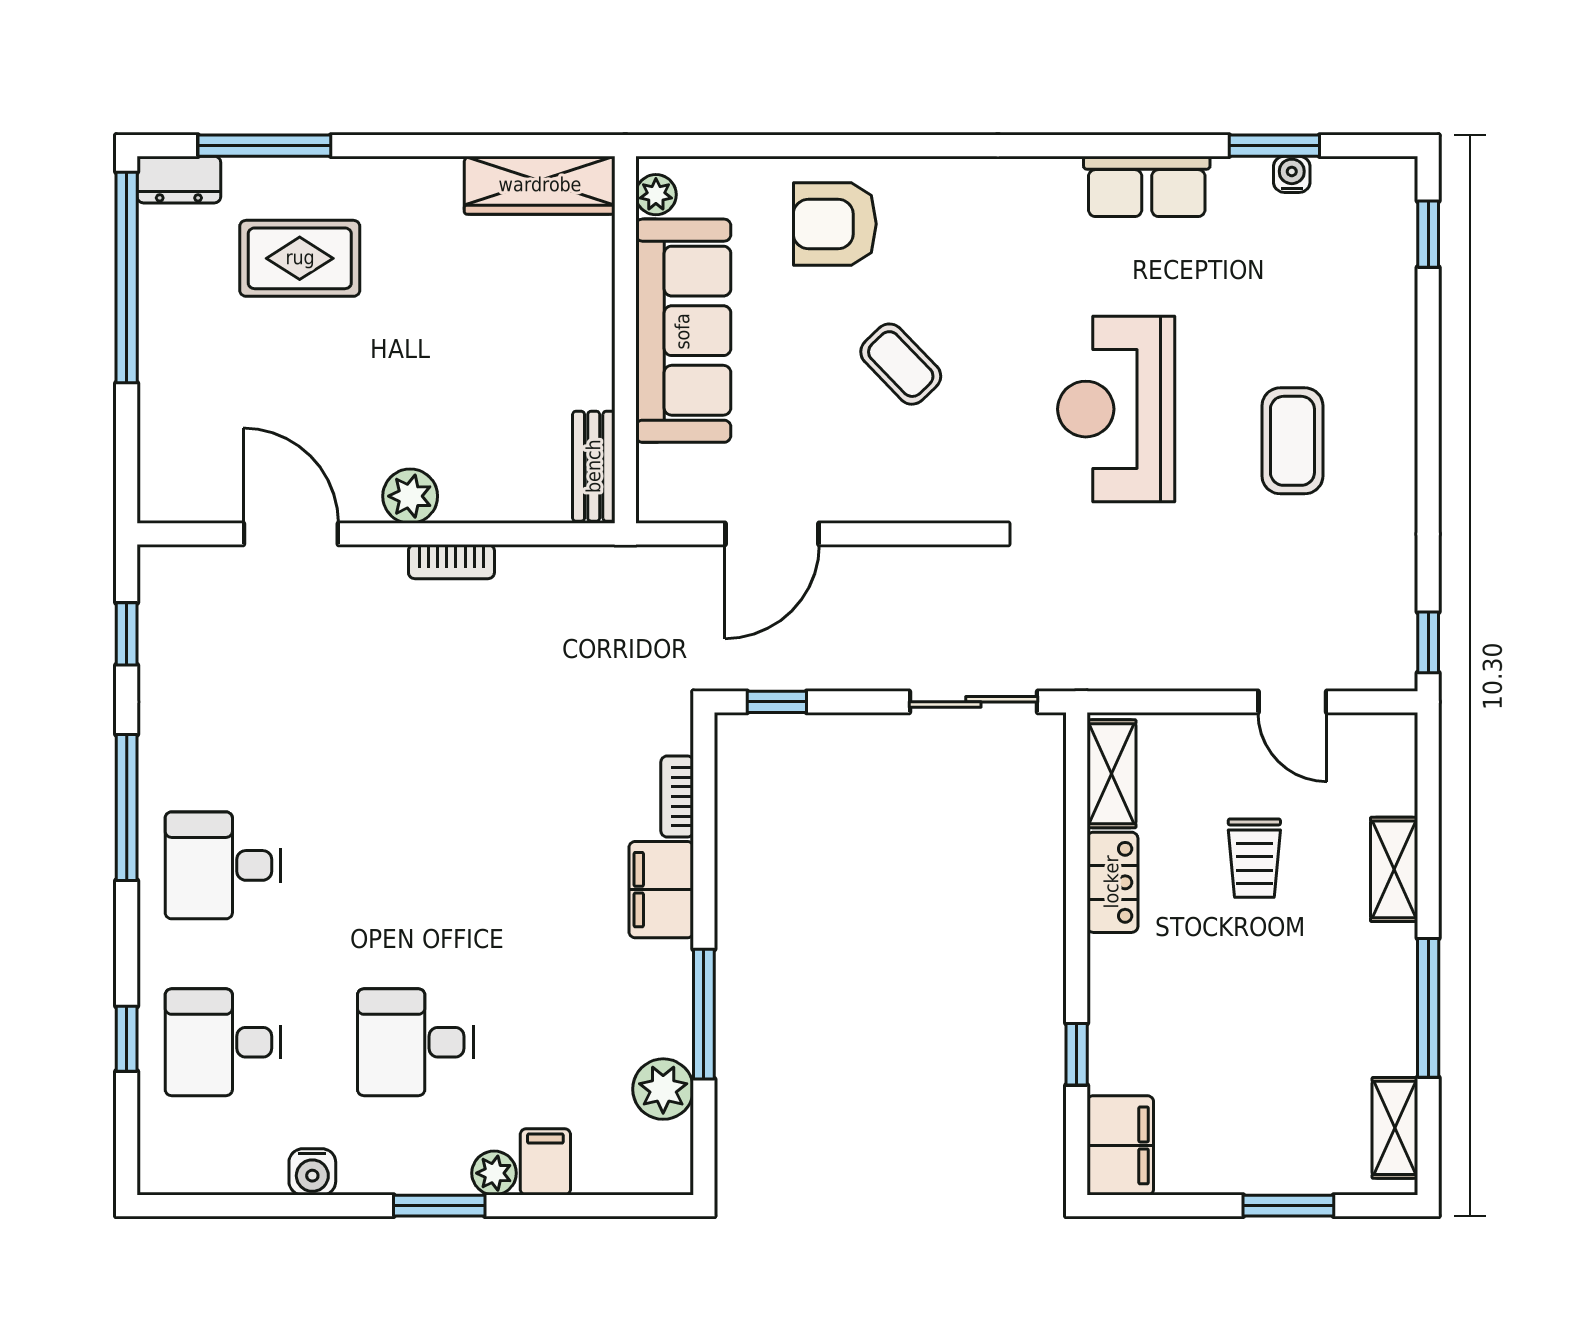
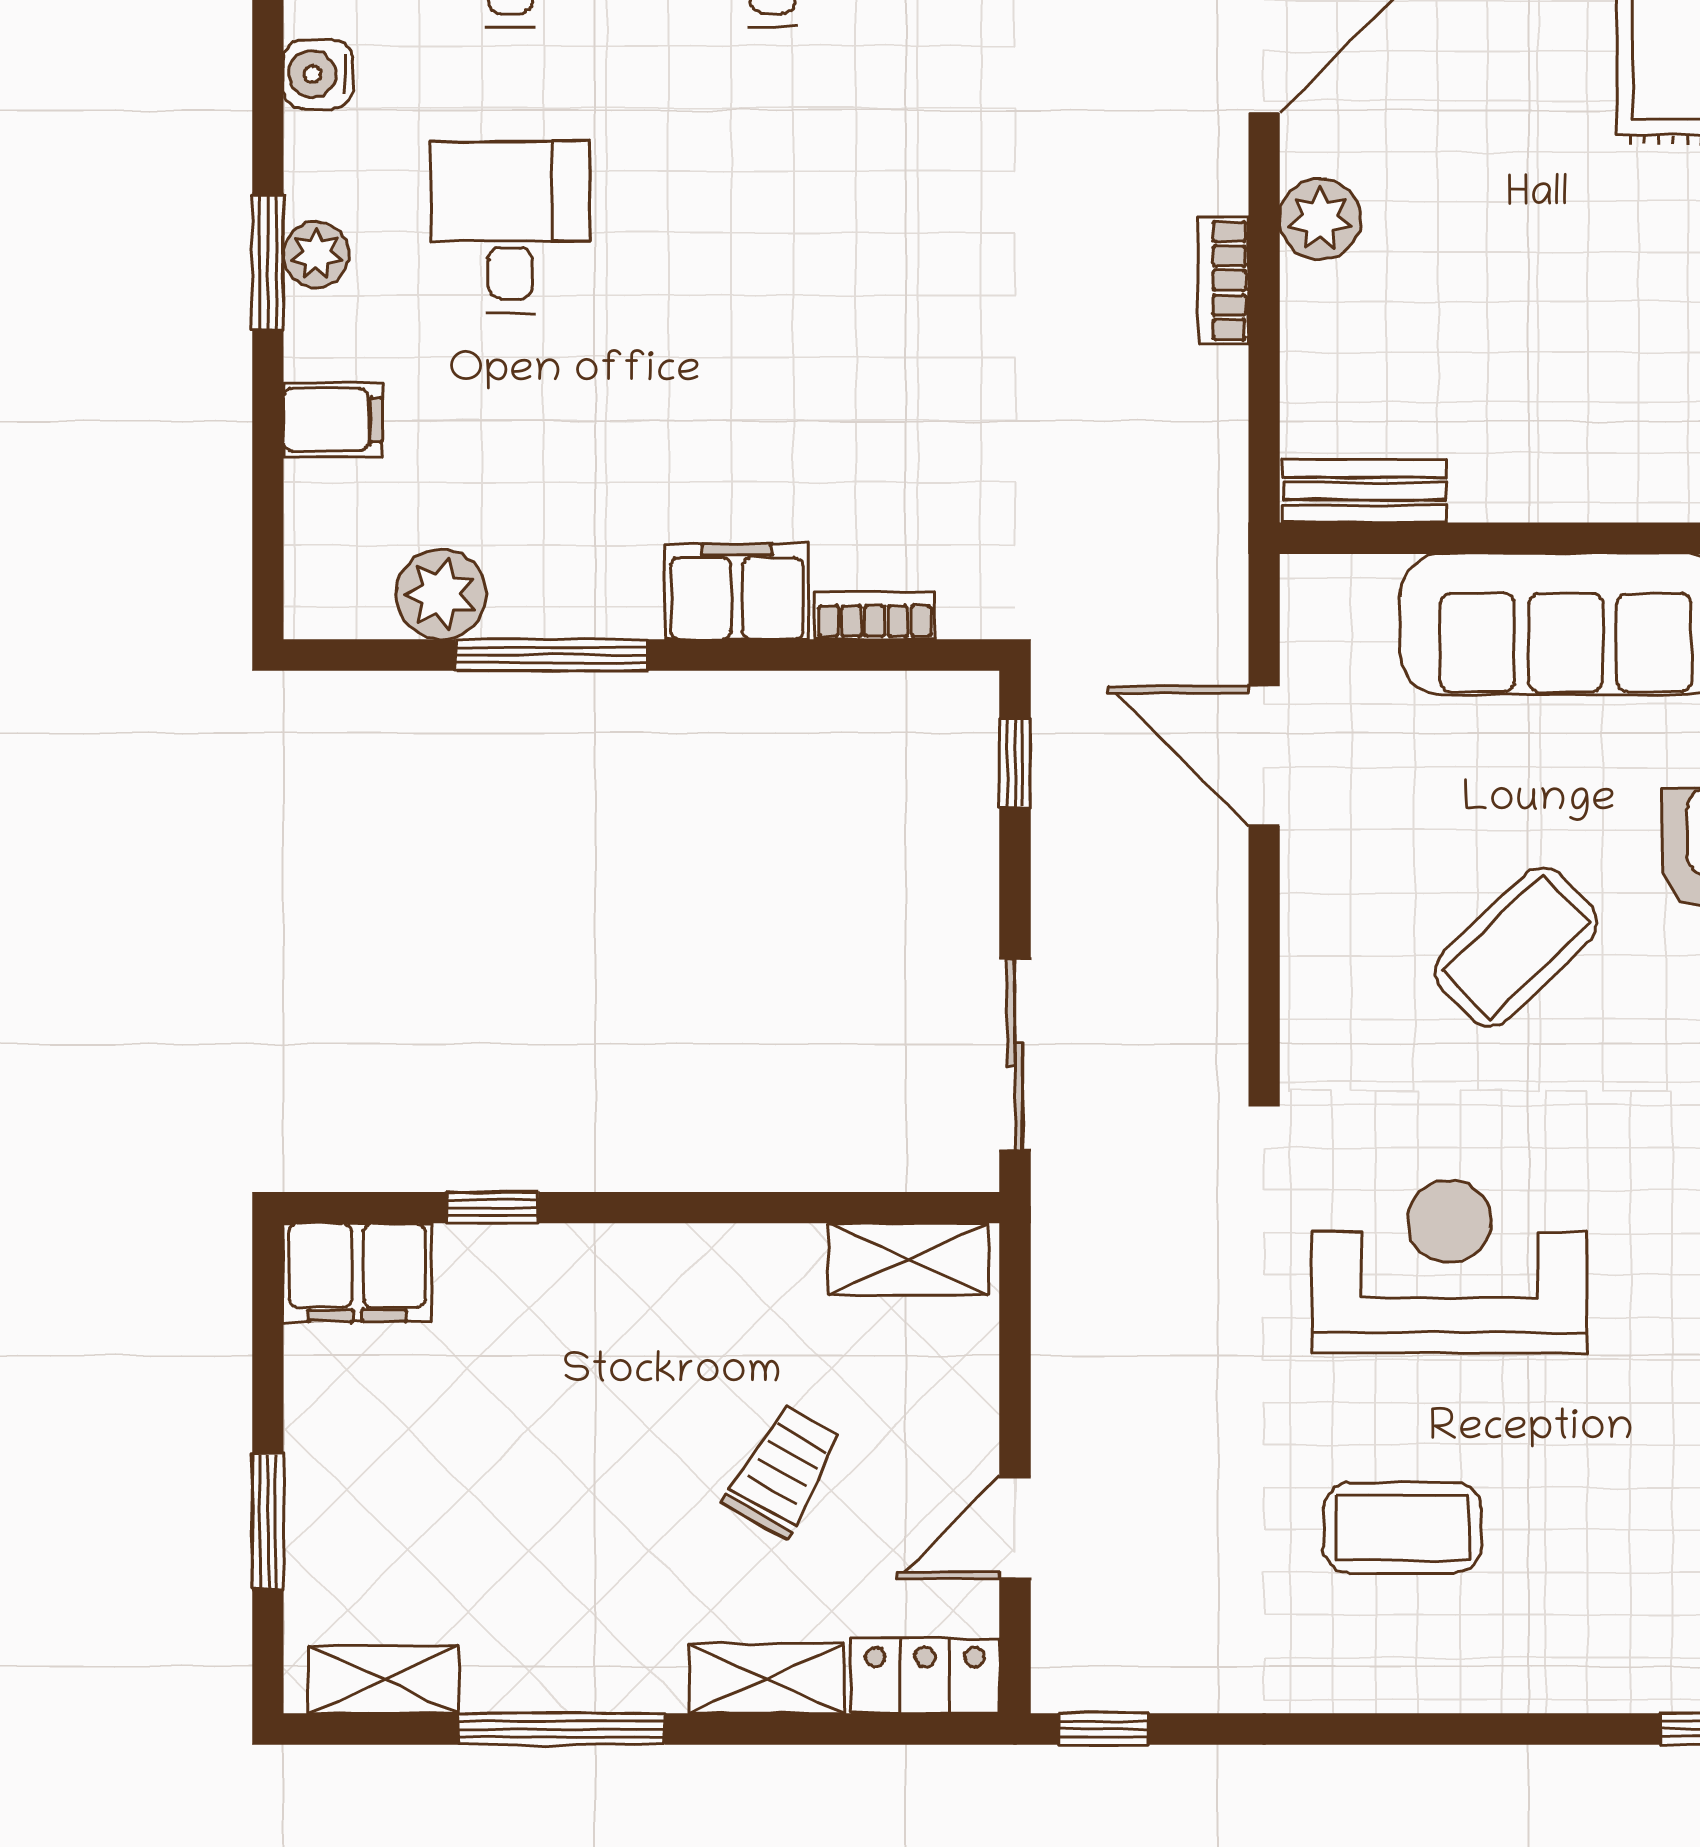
coffee table: (901, 364) -> (1516, 947), width x1.36, depth x1.30
trolley: (1254, 858) -> (783, 1471), turned 120
locker: (1112, 882) -> (925, 1676), moved, turned 180
plant: (494, 1173) -> (316, 254), moved

